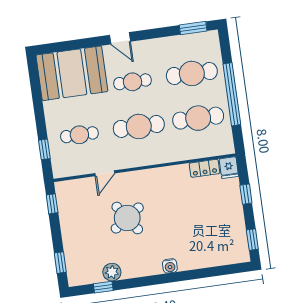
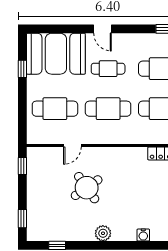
cafe table: (79, 135) -> (55, 109), width x1.37, depth x1.35
window: (44, 149) -> (22, 69), moved
water cooler: (170, 266) -> (143, 235), moved
plant: (112, 272) -> (103, 233), moved

